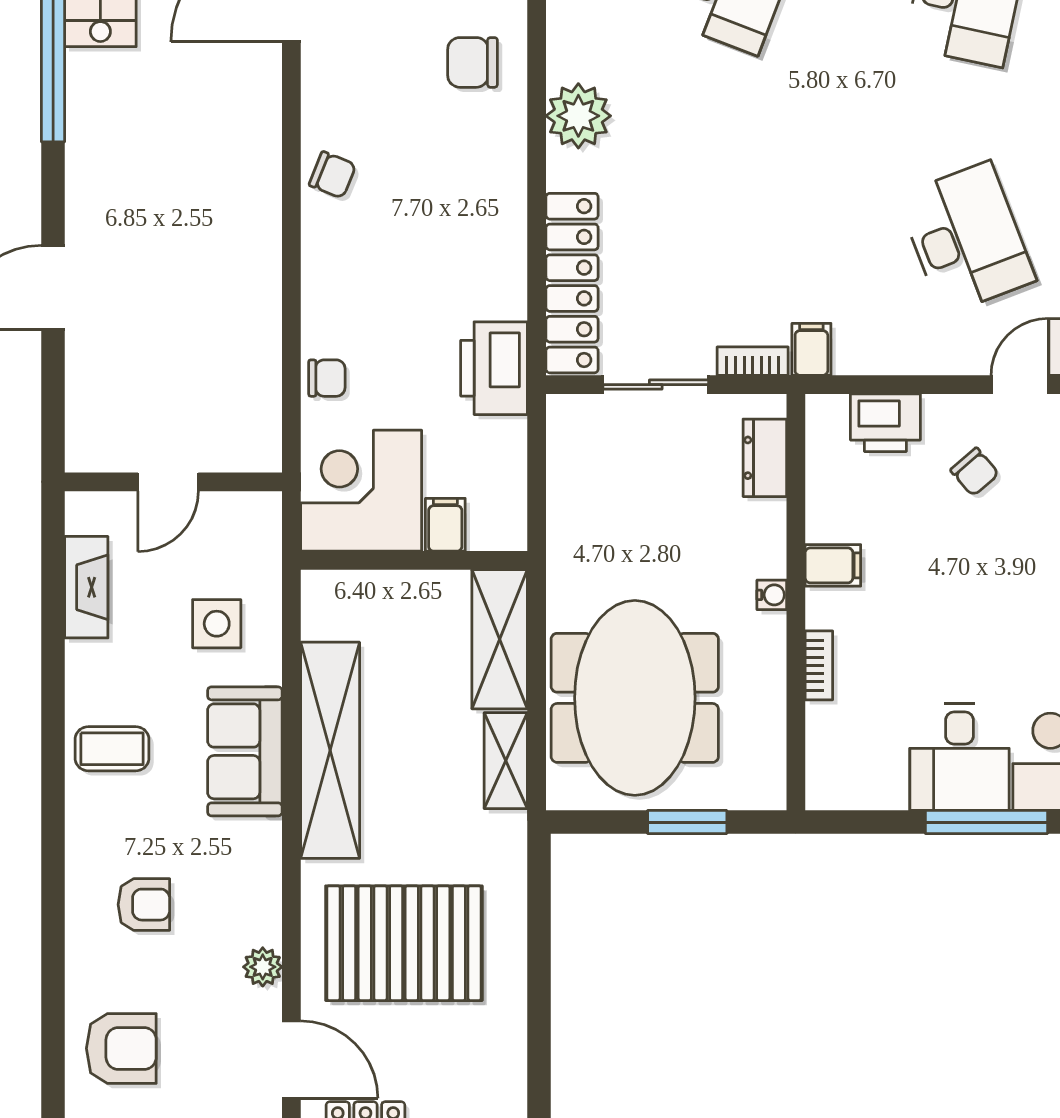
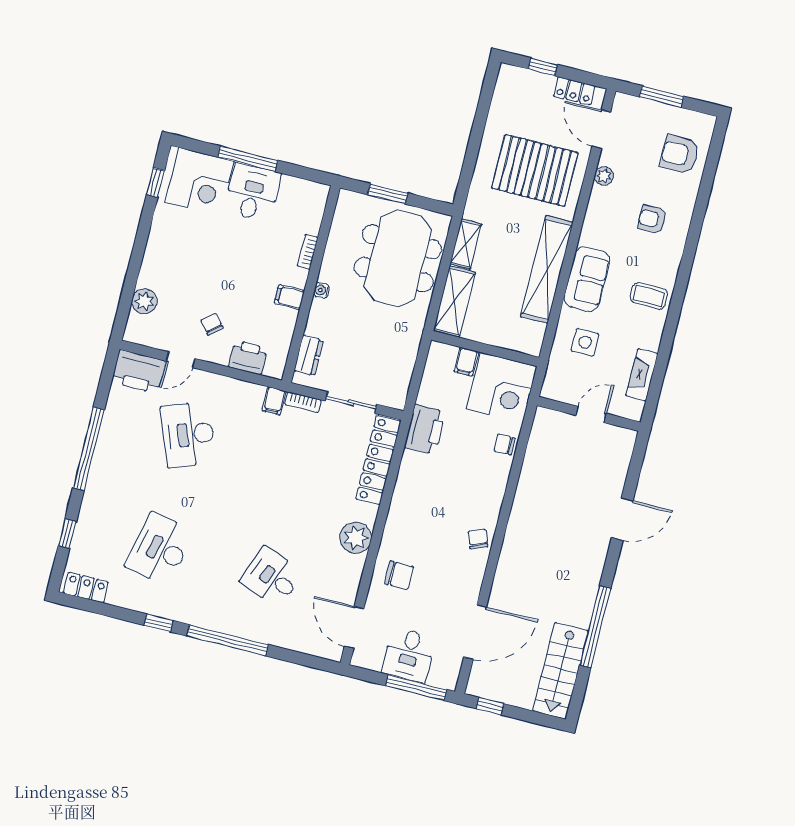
chair: (332, 175) -> (478, 539), turned 47

